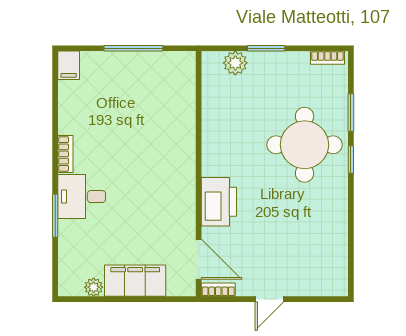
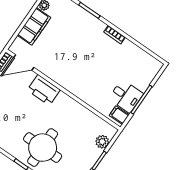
filing cabinet: (69, 65) -> (119, 115), moved
desk: (82, 197) -> (126, 96), moved, turned 90

